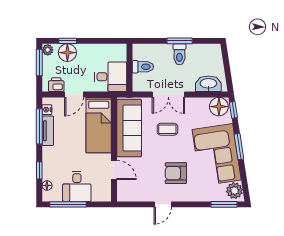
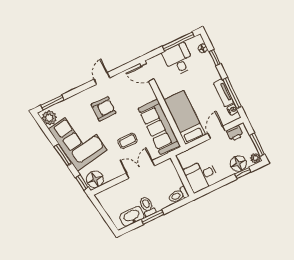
toilet: (143, 67) -> (178, 195), moved
desk: (111, 77) -> (201, 176), moved
washbasin: (208, 84) -> (132, 216), moved, turned 180
door: (114, 170) -> (148, 73), moved

